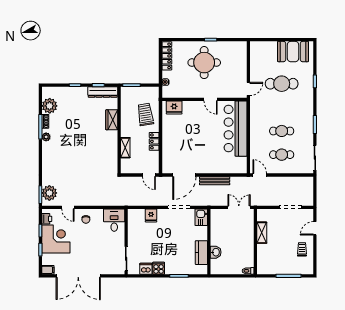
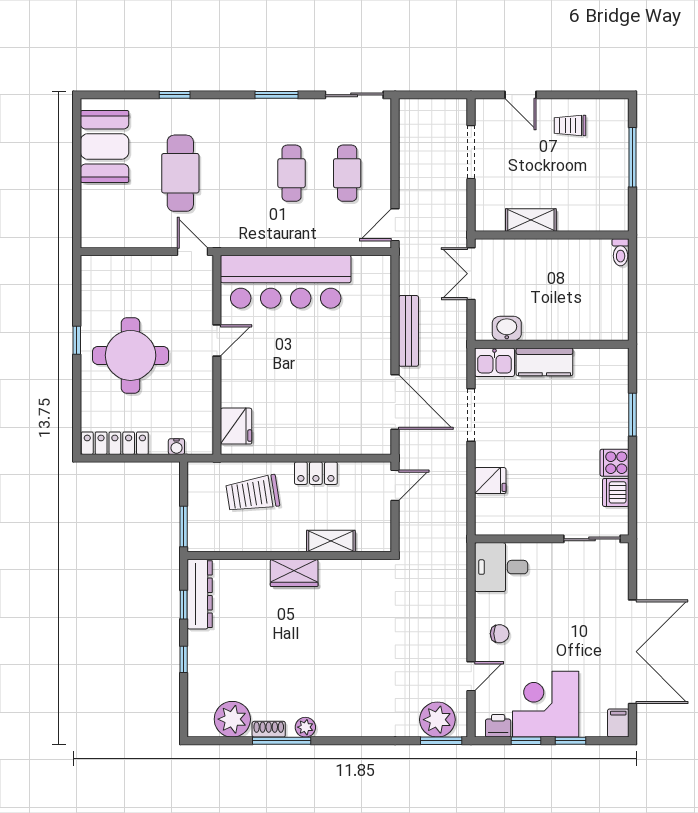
wardrobe: (112, 120) -> (294, 573), moved
washbasin: (216, 252) -> (507, 328), moved
kitchen counter: (201, 253) -> (544, 362), moved

